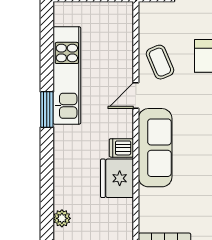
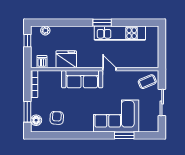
coffee table: (160, 62) -> (147, 82), moved
dishwasher: (121, 148) -> (42, 62), moved

